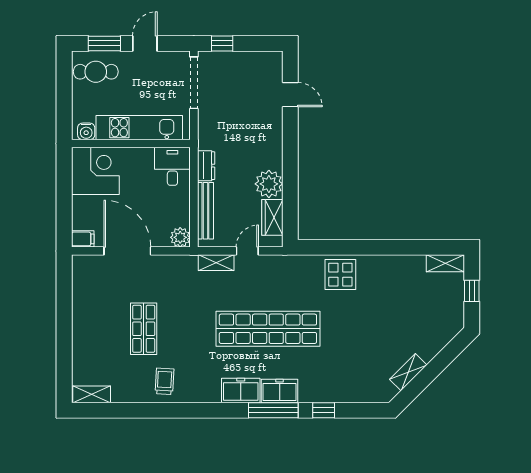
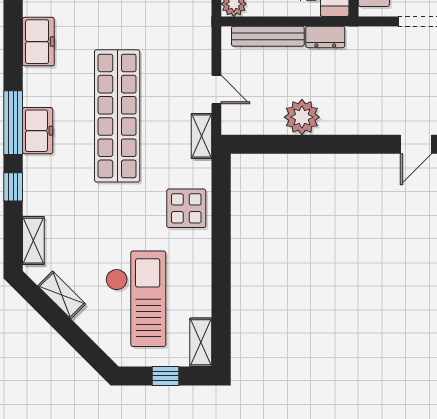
wardrobe: (272, 217) -> (259, 122), removed
shelving: (216, 263) -> (201, 136), moved
checkout: (411, 314) -> (136, 299), added
freezer: (241, 390) -> (38, 42), moved
shelving: (366, 394) -> (33, 241), added

